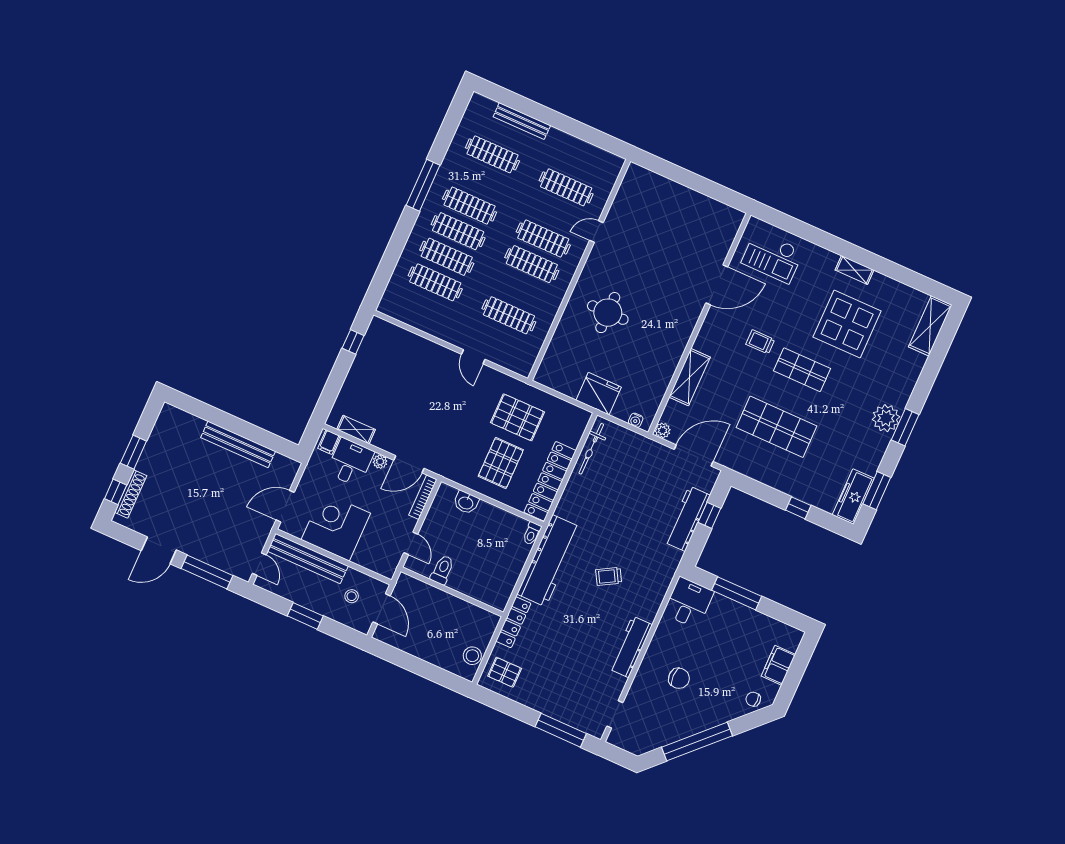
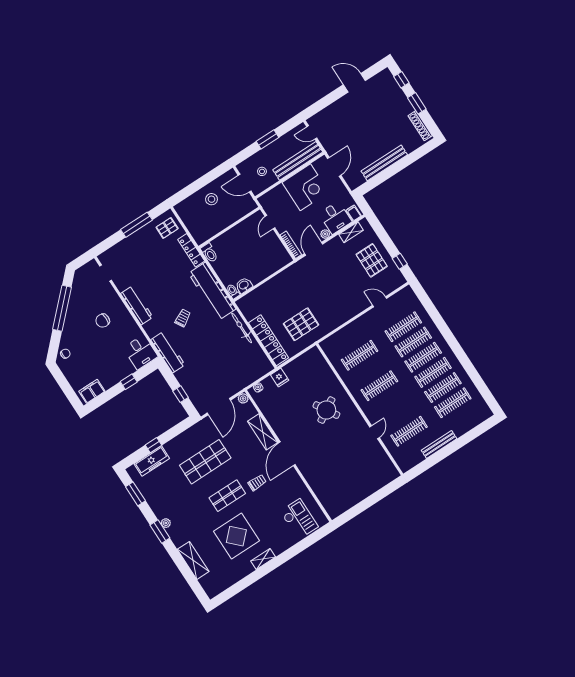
bench: (522, 121) -> (439, 444), moved
window: (423, 185) -> (460, 354), removed
clothes rail: (543, 239) -> (443, 388), moved
checkout: (772, 257) -> (299, 519), turned 90
door: (717, 285) -> (287, 454), moved
round table: (608, 313) -> (326, 410), turned -31
shelving: (930, 326) -> (193, 560), moved
door: (473, 357) -> (380, 302), moved
fridge: (599, 394) -> (280, 378), width x0.53, depth x0.75
plant: (886, 418) -> (166, 523), width x0.53, depth x0.53
bicycle: (591, 449) -> (242, 328), moved
pallet: (501, 463) -> (372, 260), moved
locker: (550, 481) -> (269, 340), moved
shoe rack: (131, 494) -> (420, 126), moved
freezer: (853, 497) -> (152, 461), moved, turned 90
washbasin: (466, 503) -> (244, 285), moved
workbench: (687, 519) -> (168, 352), moved
door: (411, 543) -> (270, 222), hinge flipped
door: (159, 550) -> (354, 83), hinge flipped
toilet: (442, 570) -> (209, 253), moved
window: (207, 572) -> (326, 101), removed
window: (737, 593) -> (129, 382), width x0.46
stool: (472, 656) -> (212, 199), moved
filing cabinet: (778, 665) -> (92, 391), moved, turned -90
window: (561, 730) -> (136, 225), moved

